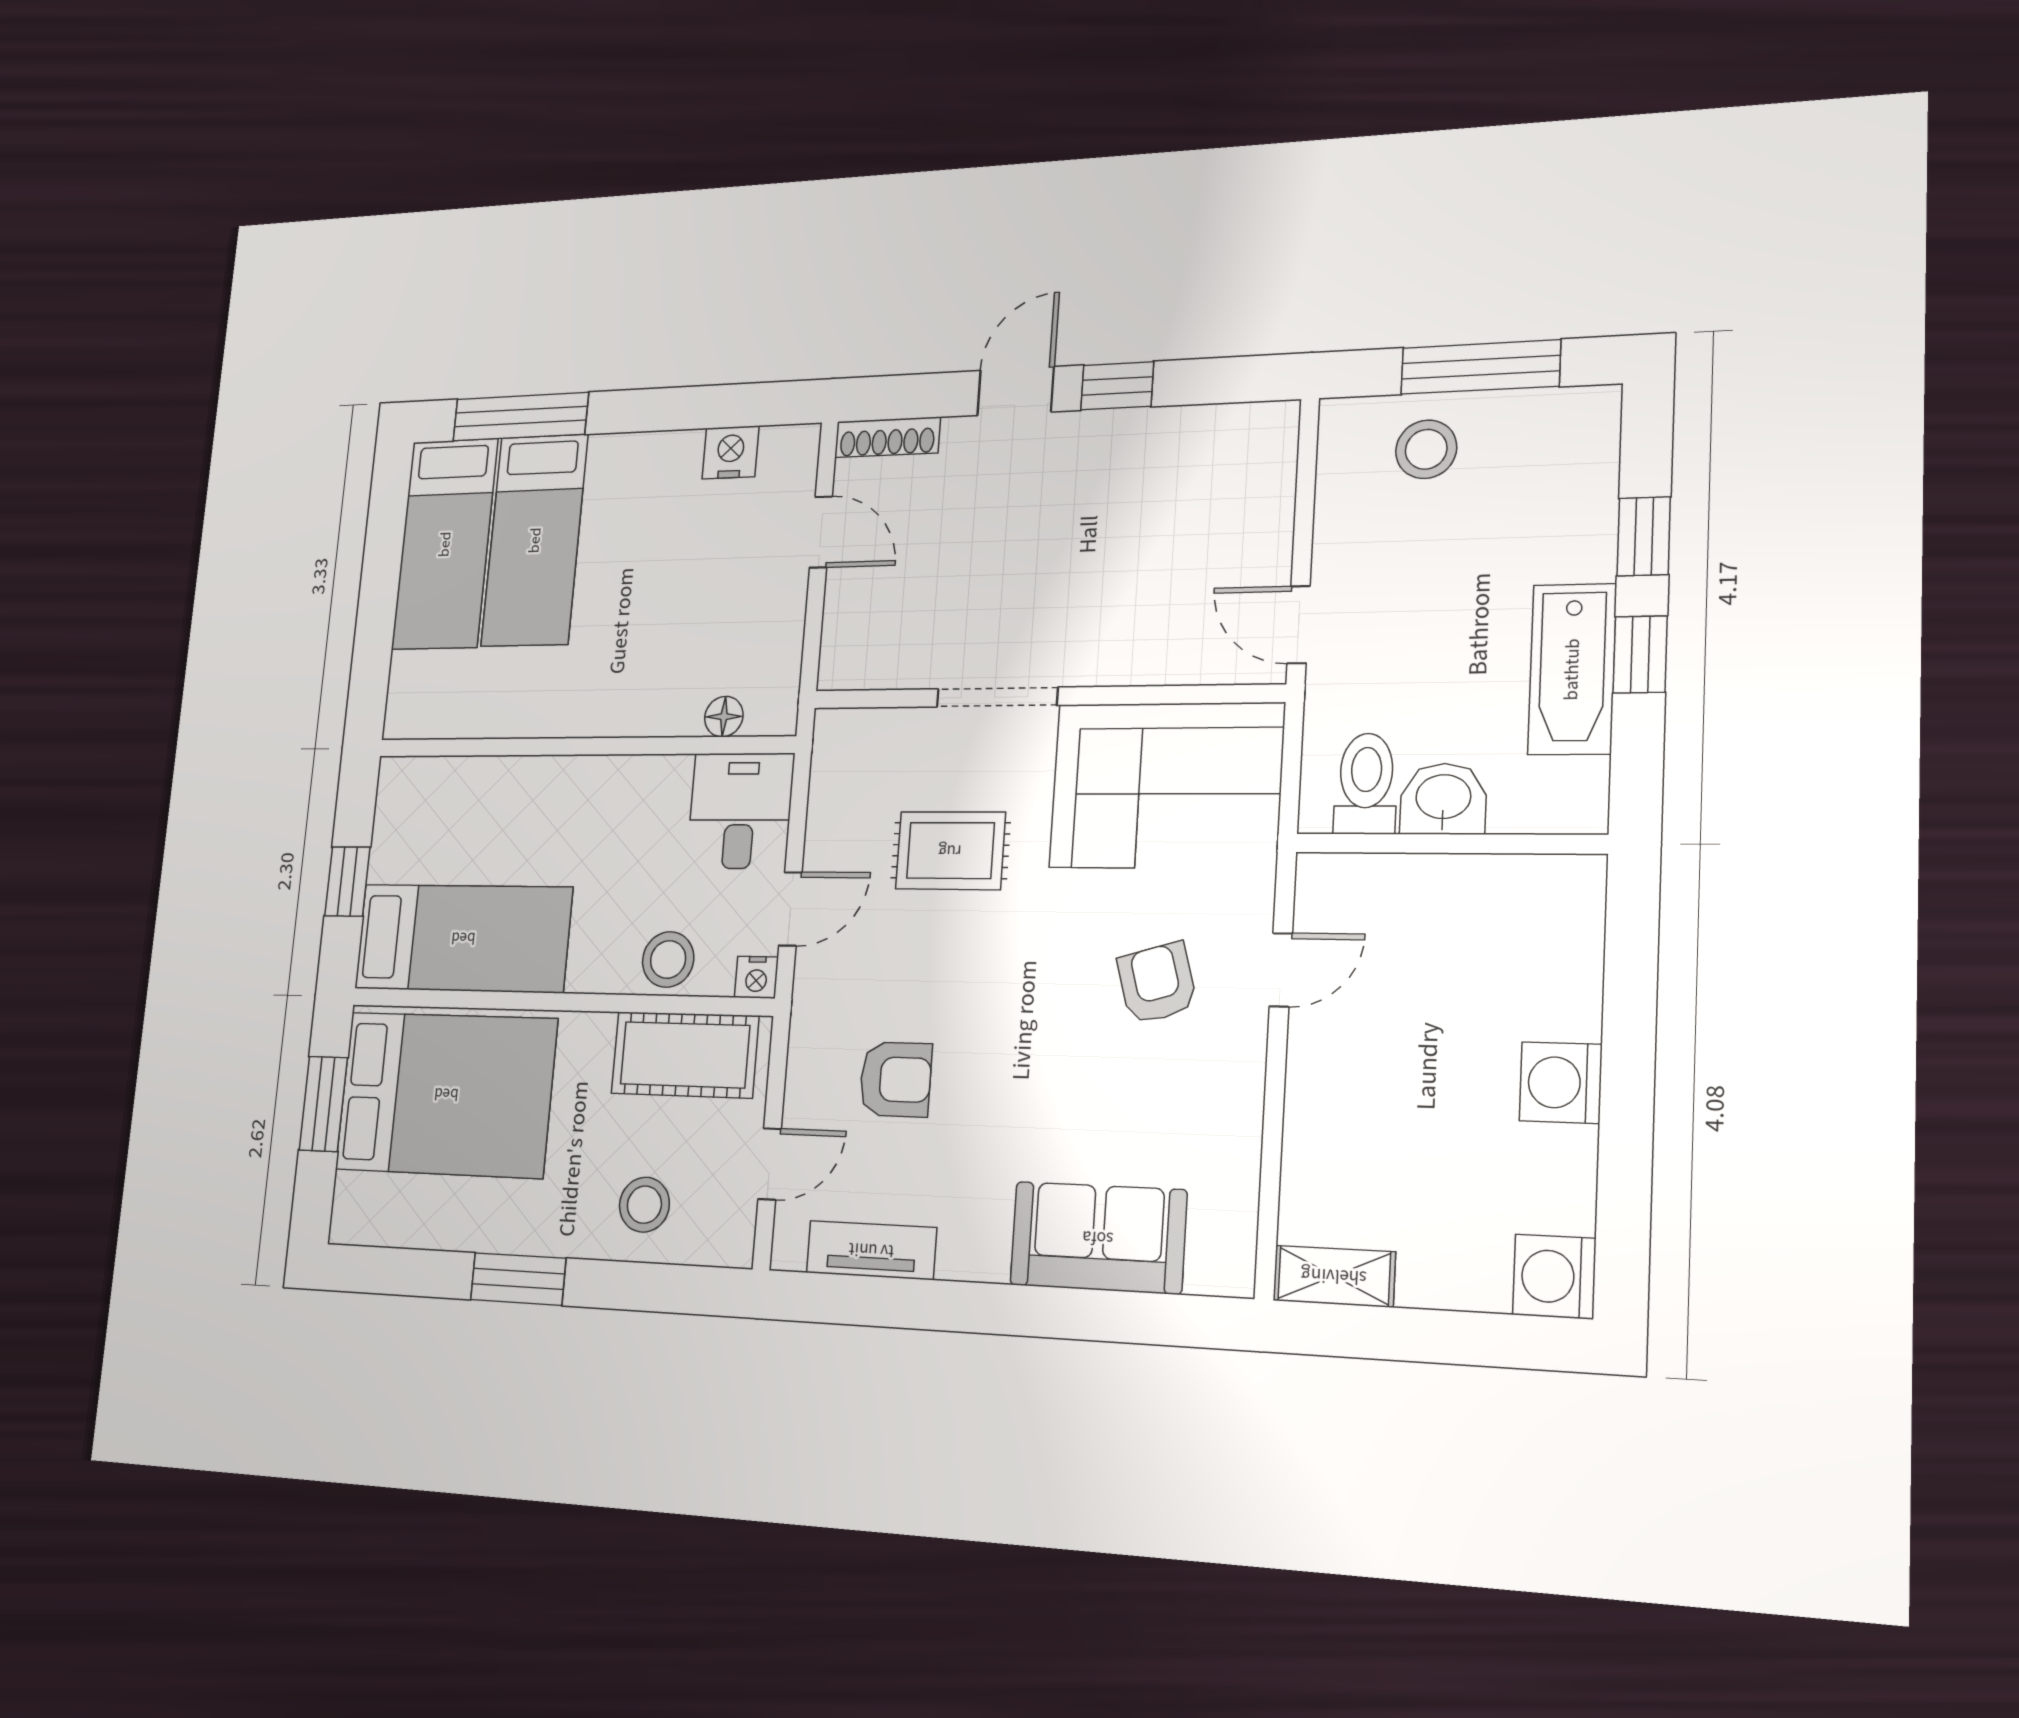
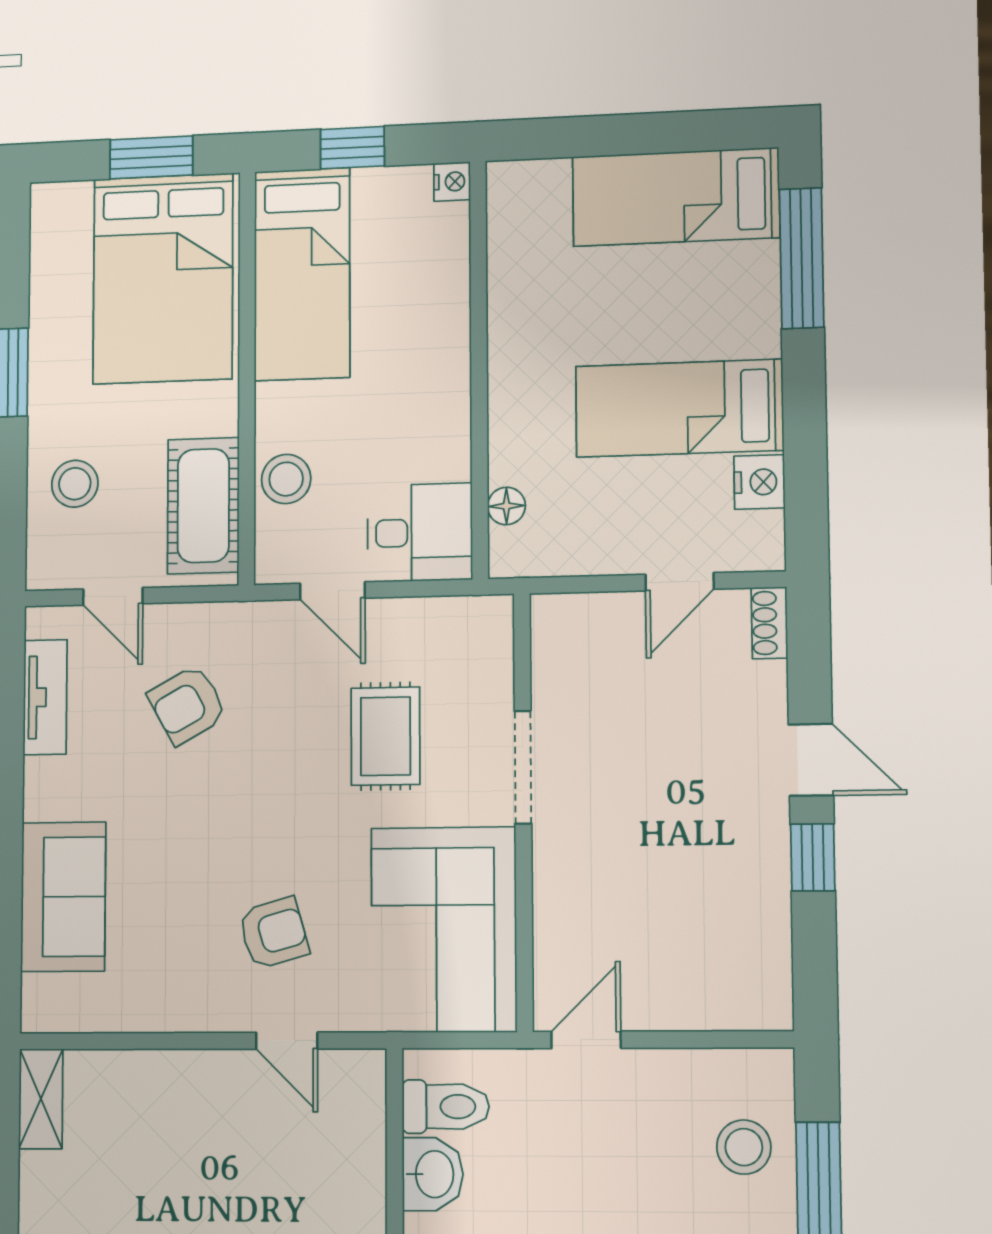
shoe rack: (887, 437) -> (769, 623), width x0.70
bed: (535, 540) -> (679, 408), moved
nightstand: (756, 977) -> (452, 182), moved, turned 180
armchair: (896, 1079) -> (187, 705), turned 61

